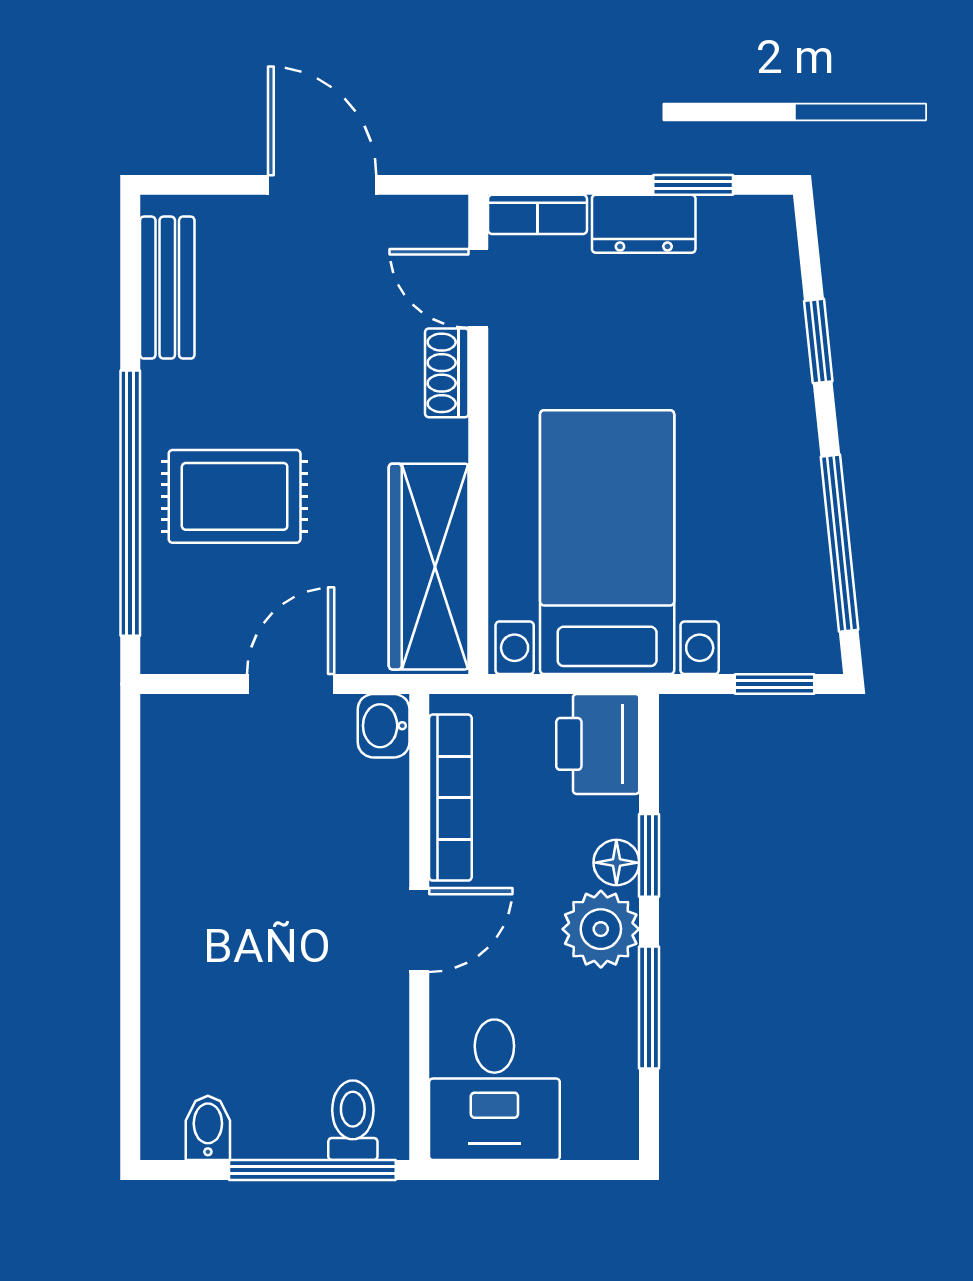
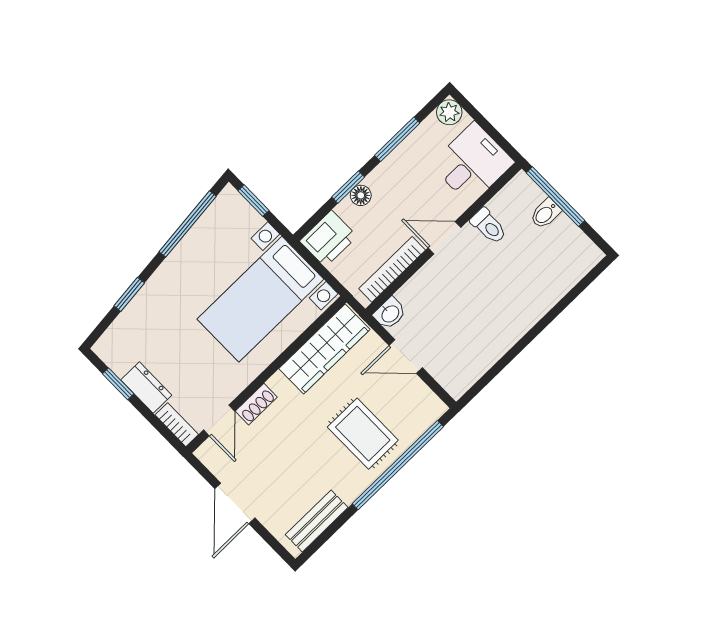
plant: (601, 929) -> (449, 112), moved, width x0.73, depth x0.73
toilet: (353, 1120) -> (489, 226), moved, turned -90
bidet: (208, 1128) -> (545, 214), moved

